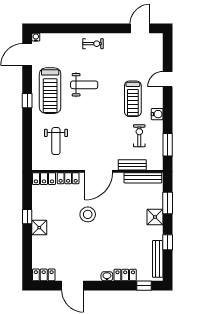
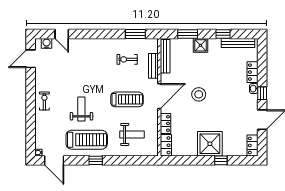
door: (140, 28) -> (31, 59), hinge flipped
door: (168, 79) -> (62, 34), moved
treadmill: (133, 99) -> (127, 99), moved
water cooler: (157, 114) -> (47, 43), moved
door: (99, 171) -> (159, 96), hinge flipped
stool: (88, 214) -> (199, 94), moved
window: (27, 217) -> (221, 160), moved
shower: (39, 228) -> (210, 144), width x1.86, depth x1.86
window: (144, 286) -> (262, 93), moved

